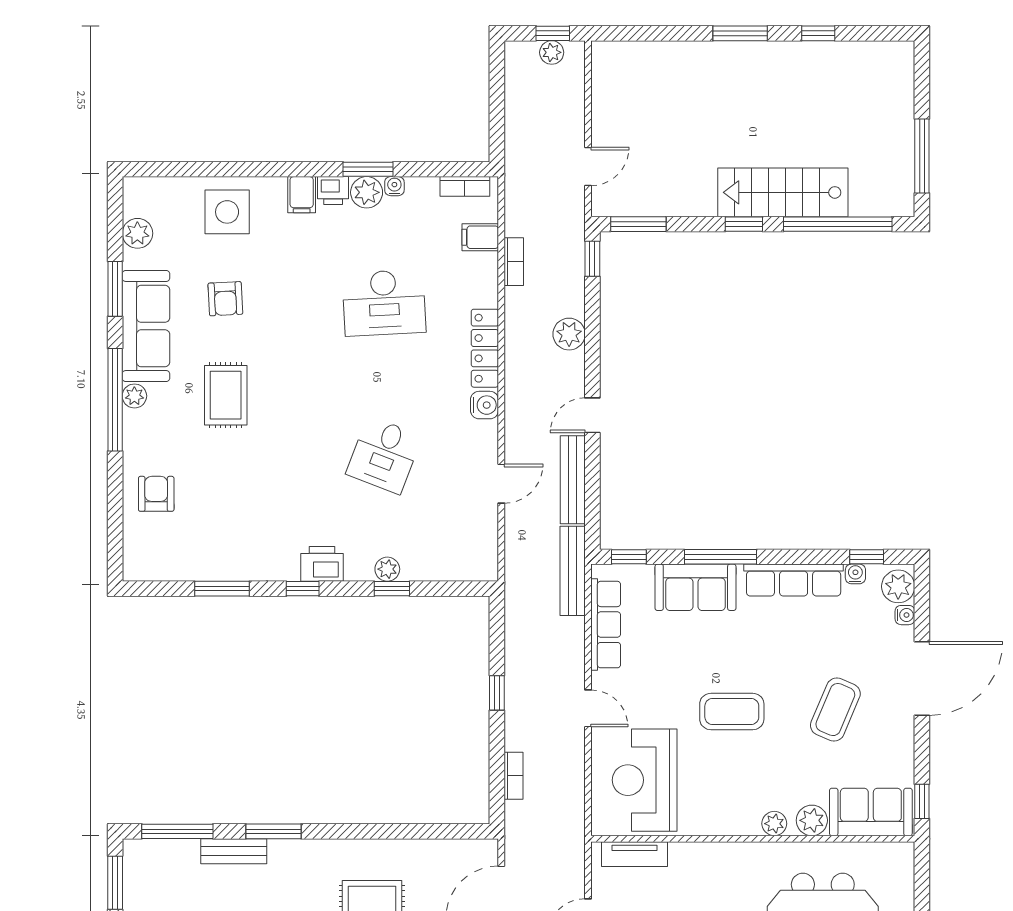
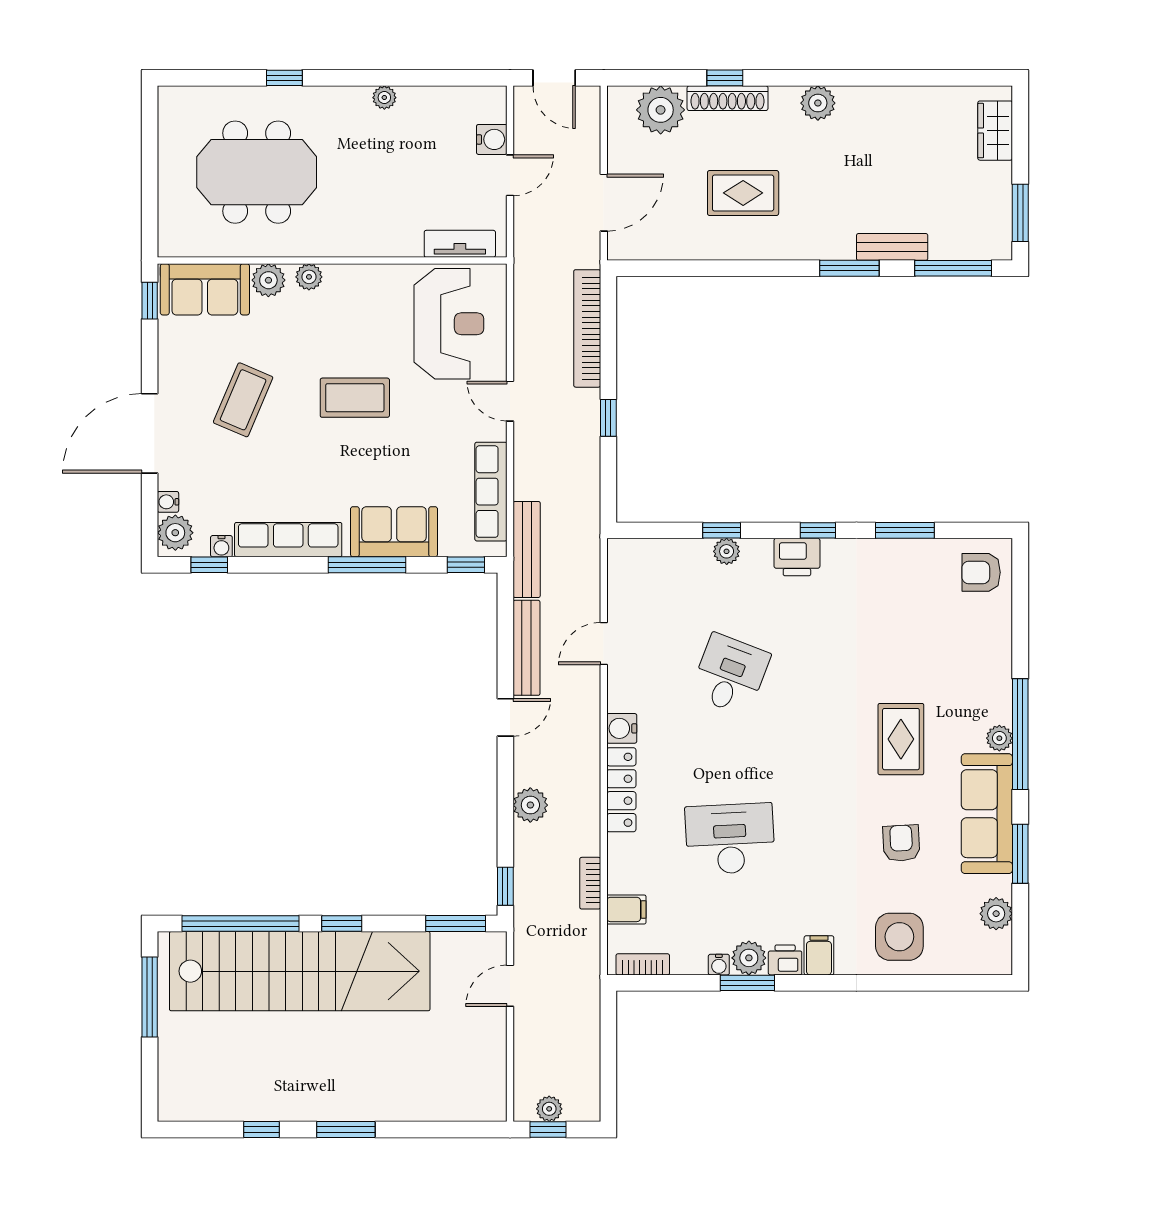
stairs: (783, 192) -> (300, 971), width x1.86, depth x1.51
armchair: (156, 494) -> (981, 572), moved, turned 90
bookcase: (514, 776) -> (587, 328), width x2.31, depth x1.31

